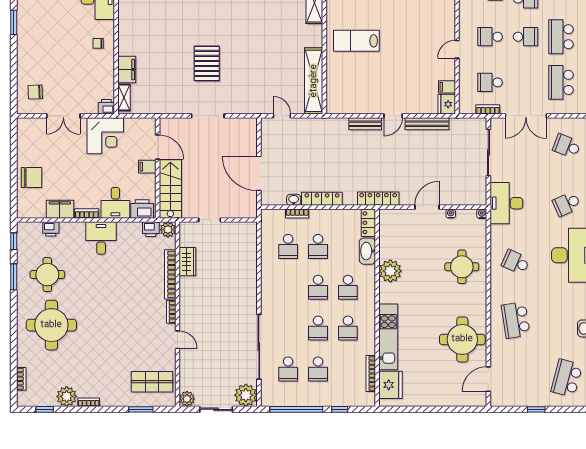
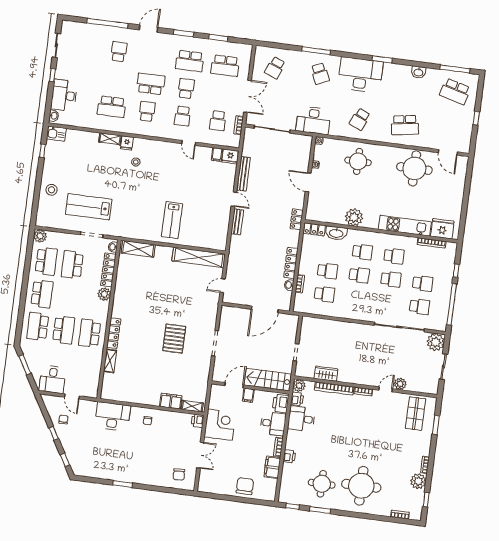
pallet: (207, 63) -> (174, 339), turned 90
locker: (378, 199) -> (297, 219), width x0.66
printer: (51, 229) -> (289, 456), moved
desk: (101, 238) -> (301, 419), moved
plant: (187, 399) -> (400, 384), moved

